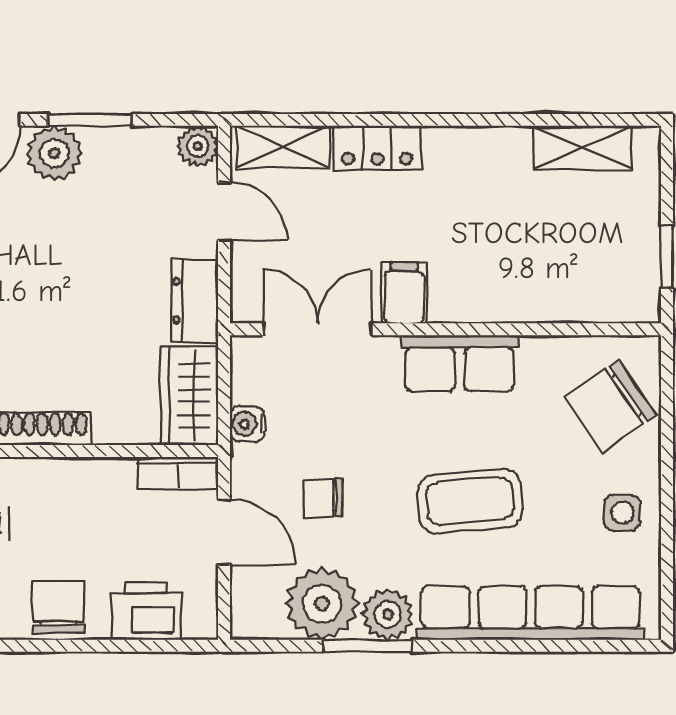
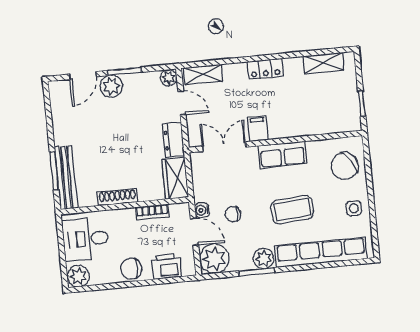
locker: (377, 148) -> (265, 69), moved
water cooler: (247, 424) -> (202, 210), moved
bookcase: (178, 473) -> (152, 212), moved
plant: (322, 603) -> (214, 259), moved
chair: (59, 608) -> (131, 269), turned -90

